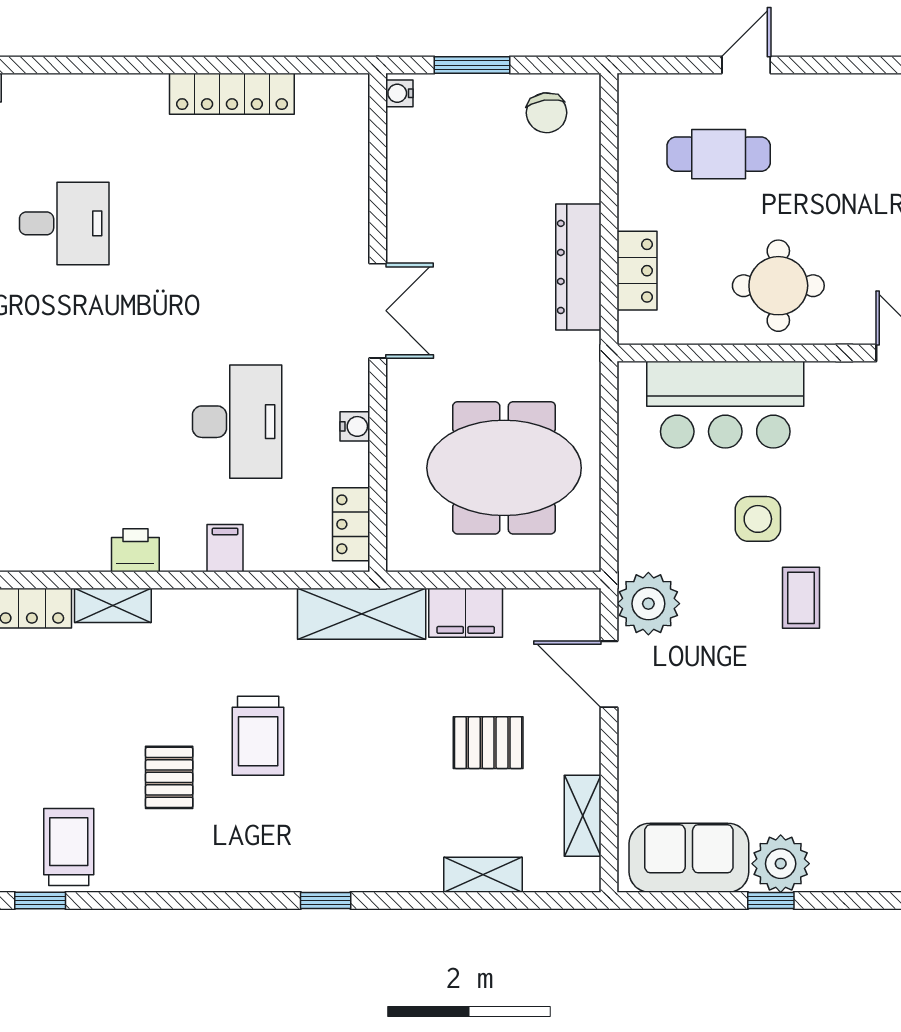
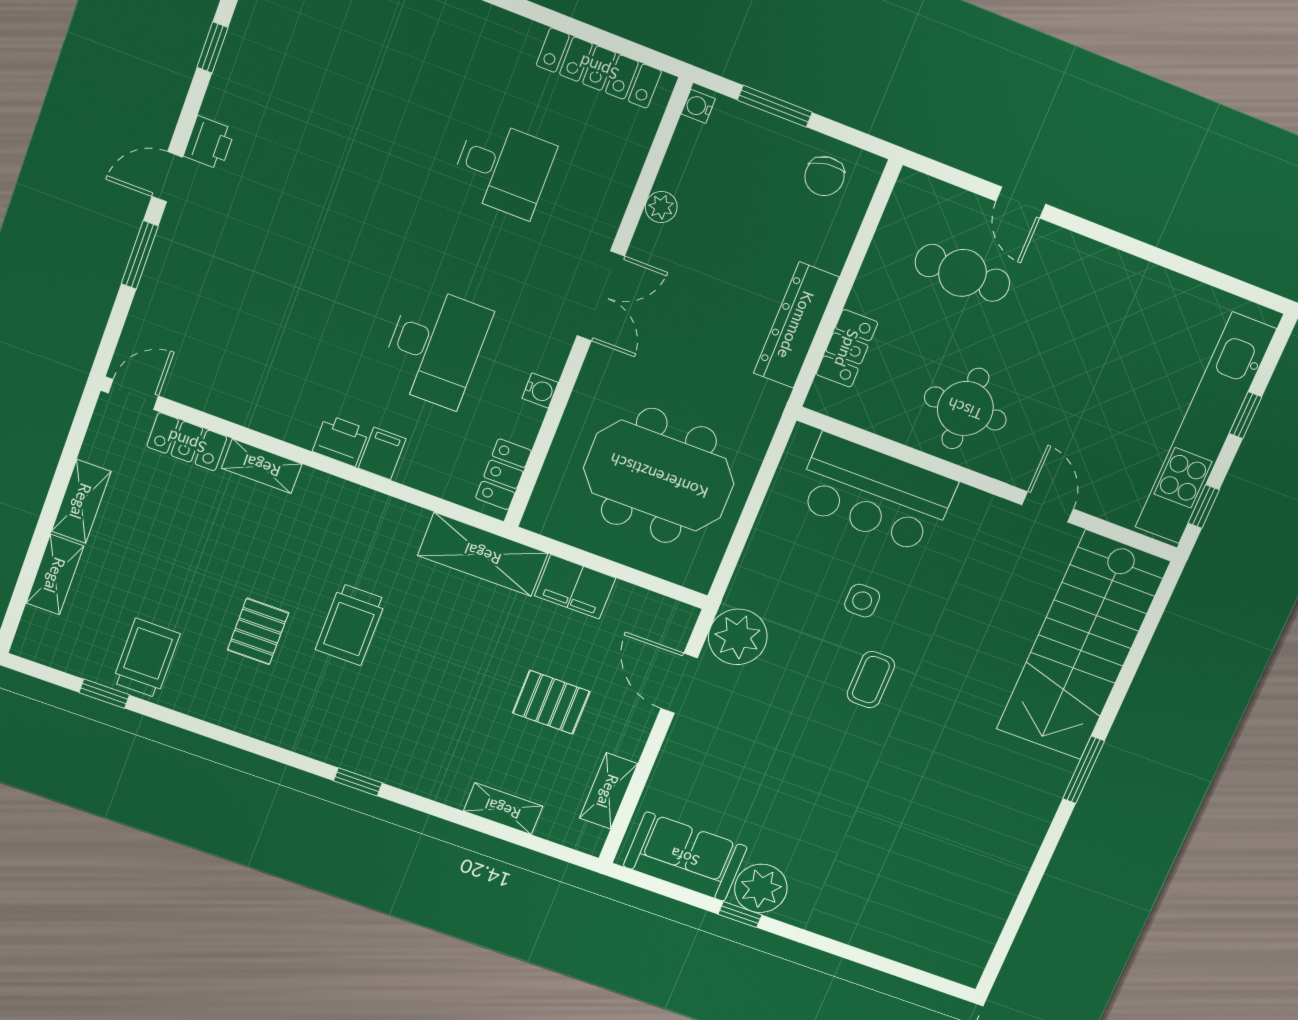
door: (746, 65) -> (1021, 203), swing flipped
locker: (232, 94) -> (599, 68), moved
plant: (402, 202) -> (661, 207), added
desk: (64, 223) -> (503, 168), moved
side table: (758, 519) -> (862, 601), width x0.73, depth x0.73
printer: (135, 550) -> (341, 441), moved

